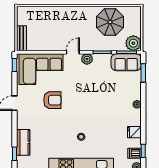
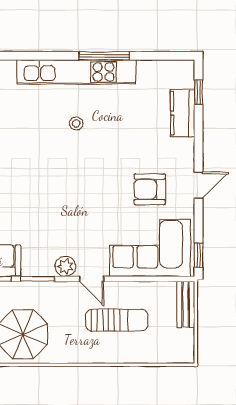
sun lounger: (59, 30) -> (117, 320), added
door: (73, 52) -> (92, 279), hinge flipped
armchair: (52, 100) -> (150, 189), moved

